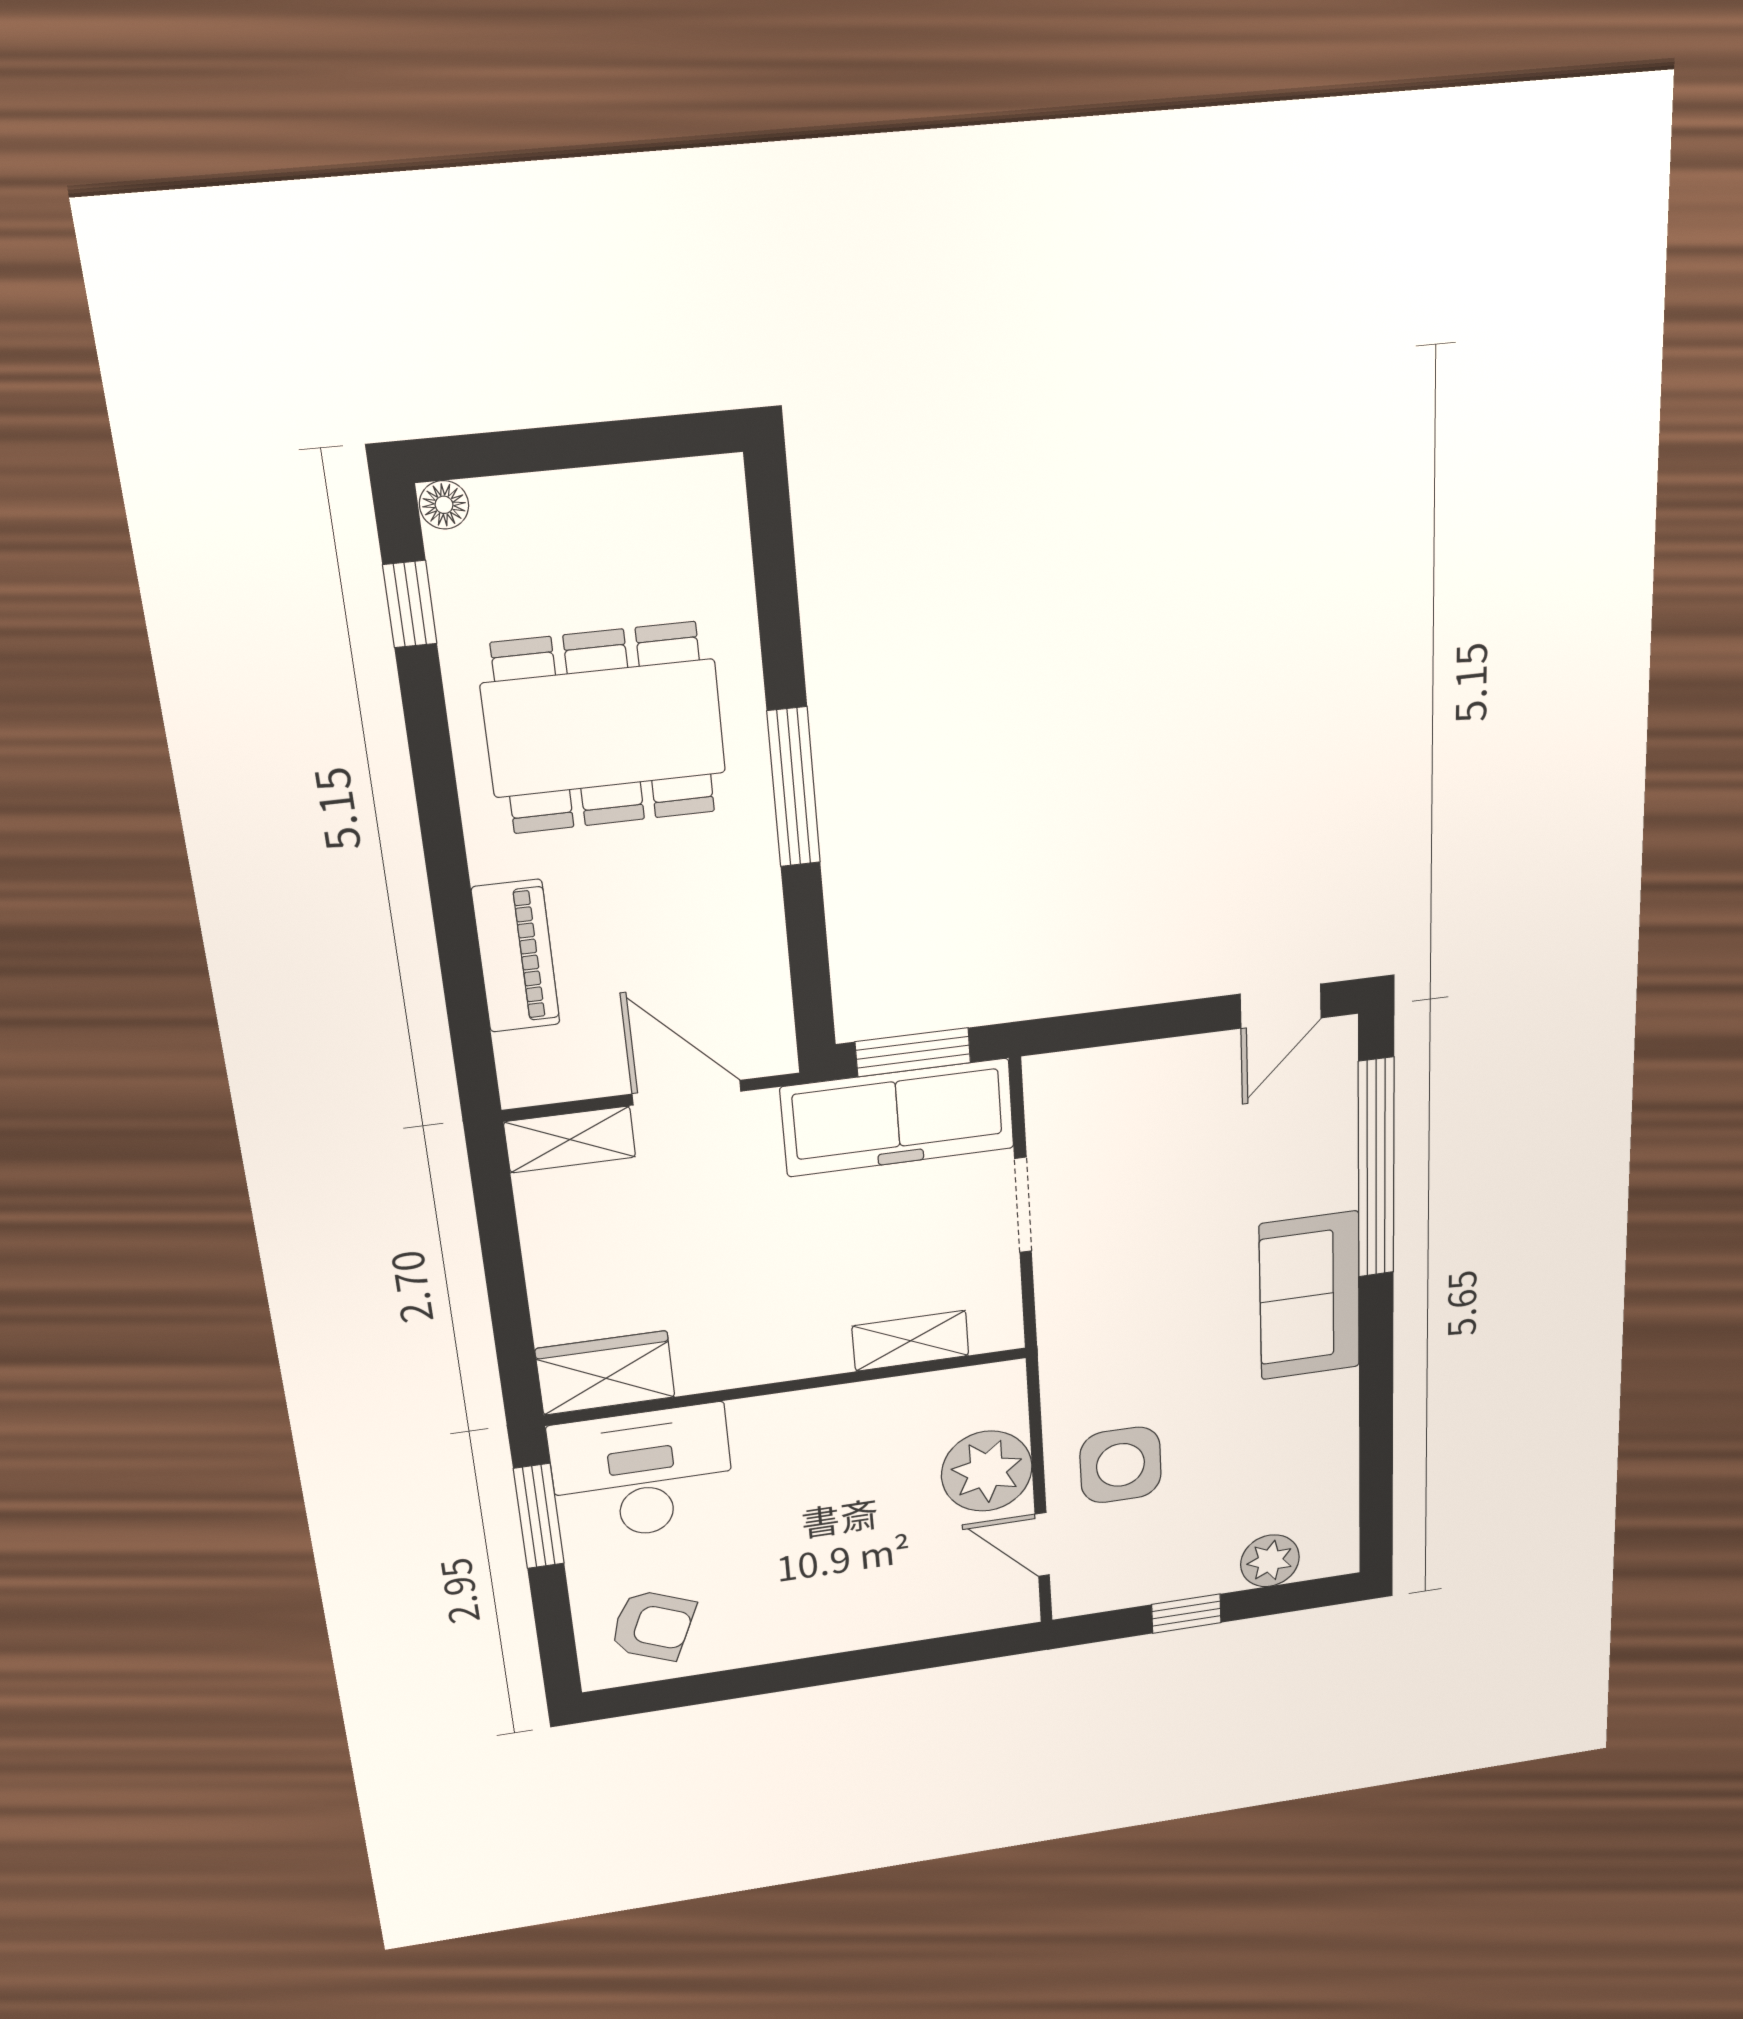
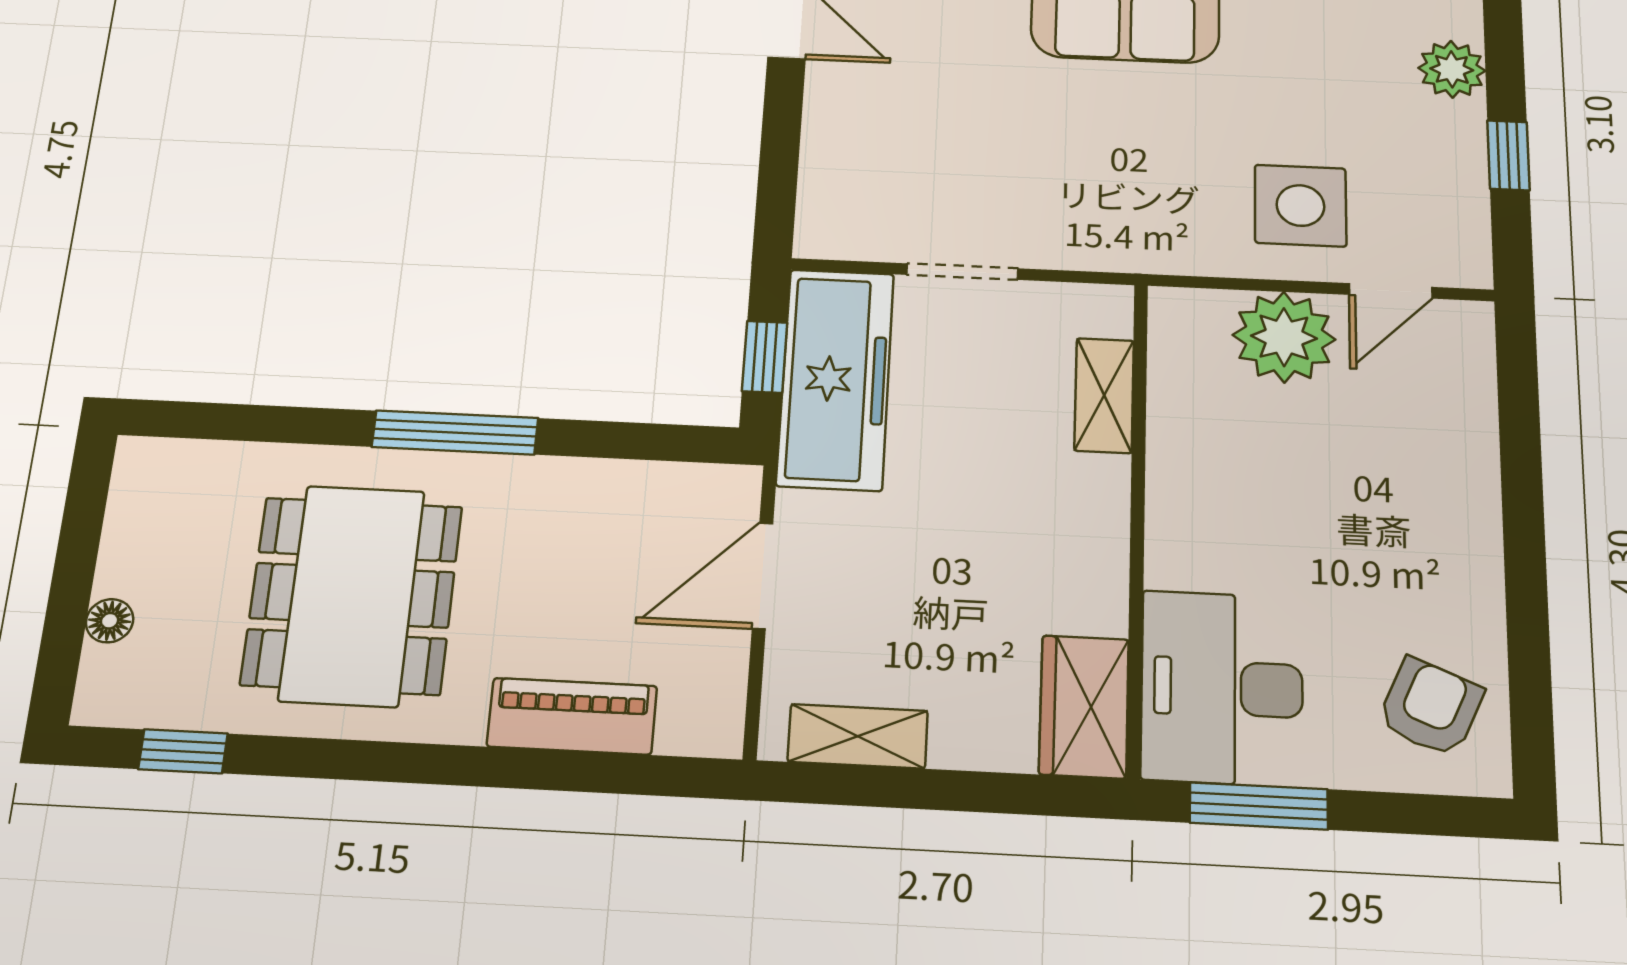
floor lamp: (444, 505) -> (110, 621), moved
window: (913, 1052) -> (765, 357), width x0.67
shelving: (570, 1140) -> (858, 736), moved, turned 90

